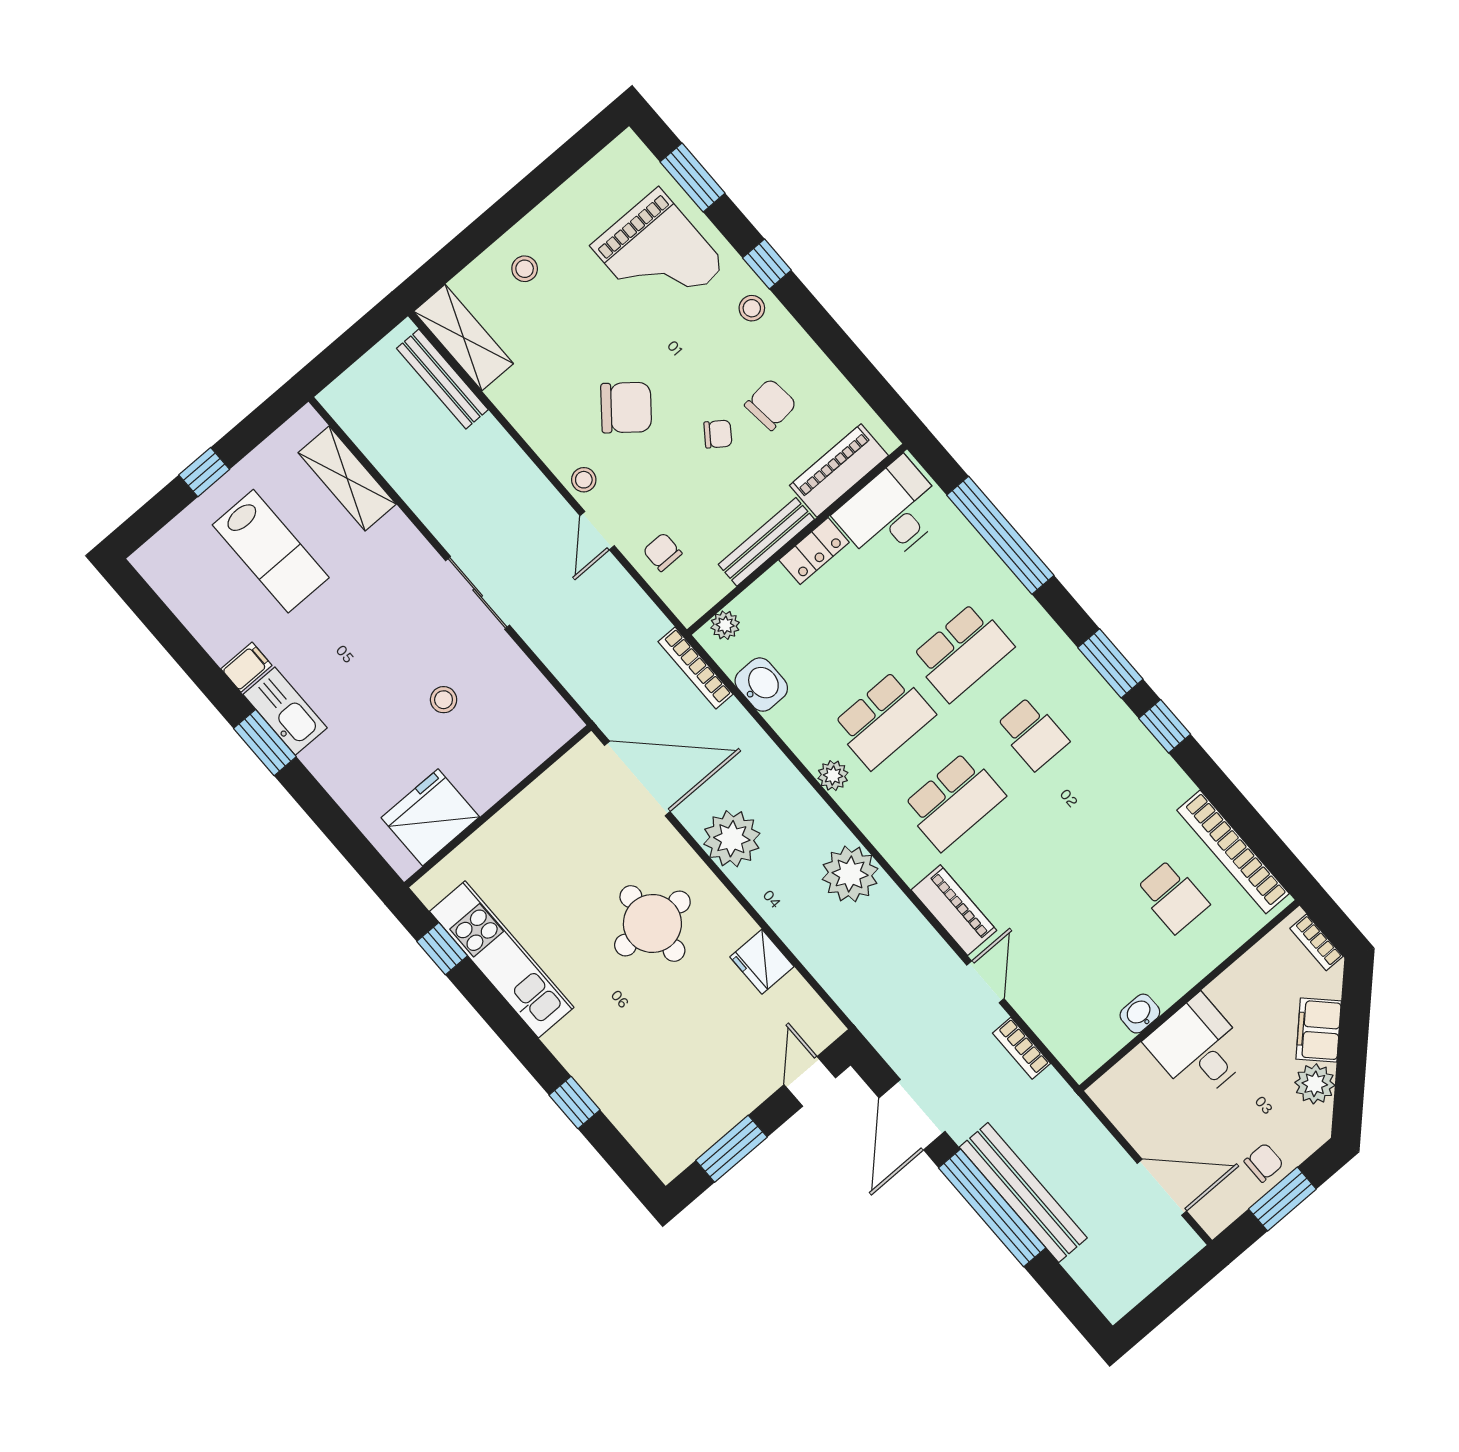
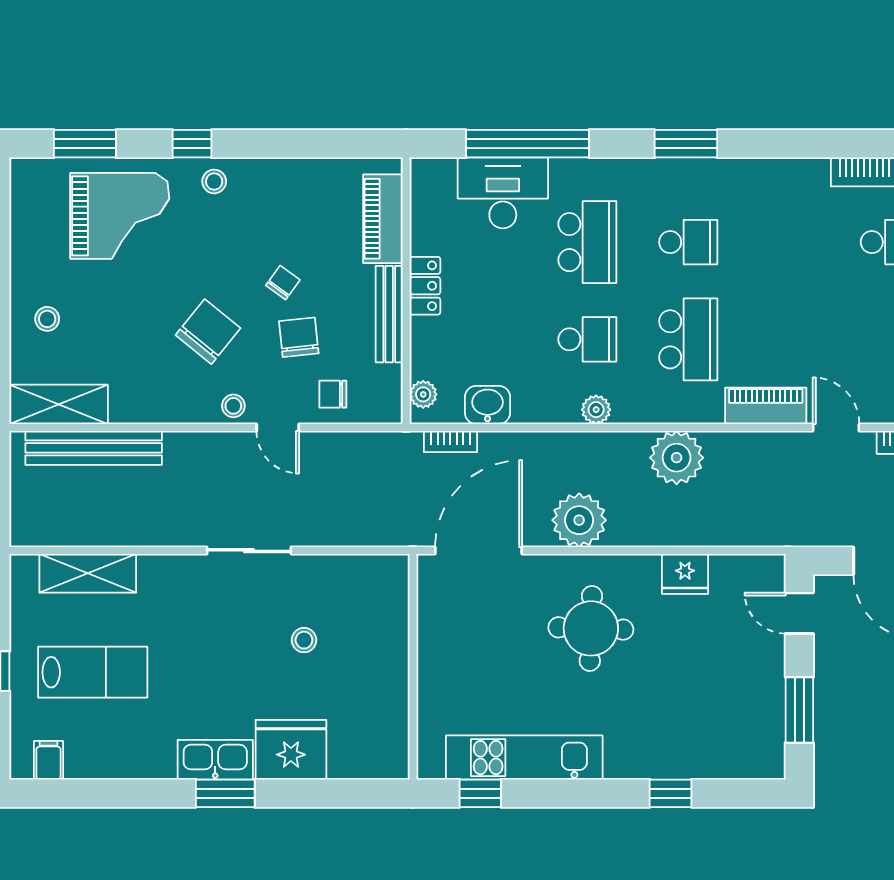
bench: (442, 379) -> (94, 448), width x1.37, depth x1.21
chair: (771, 404) -> (299, 337), moved
desk: (891, 513) -> (503, 193), moved, turned 90
filing cabinet: (246, 667) -> (49, 760), moved
bookcase: (695, 668) -> (450, 442), width x0.64
school desk: (884, 720) -> (587, 339), width x0.54
window: (1165, 726) -> (764, 144), removed
fridge: (430, 817) -> (291, 750), moved, turned 90

